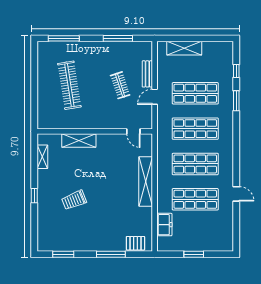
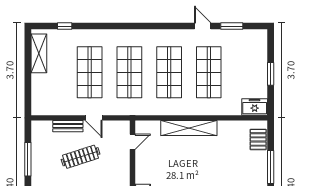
shelving: (184, 48) -> (39, 53), moved
clothes rail: (120, 85) -> (81, 157), width x1.36
window: (236, 101) -> (232, 26), moved
door: (236, 194) -> (203, 26), hinge flipped
freezer: (164, 225) -> (255, 107), moved

